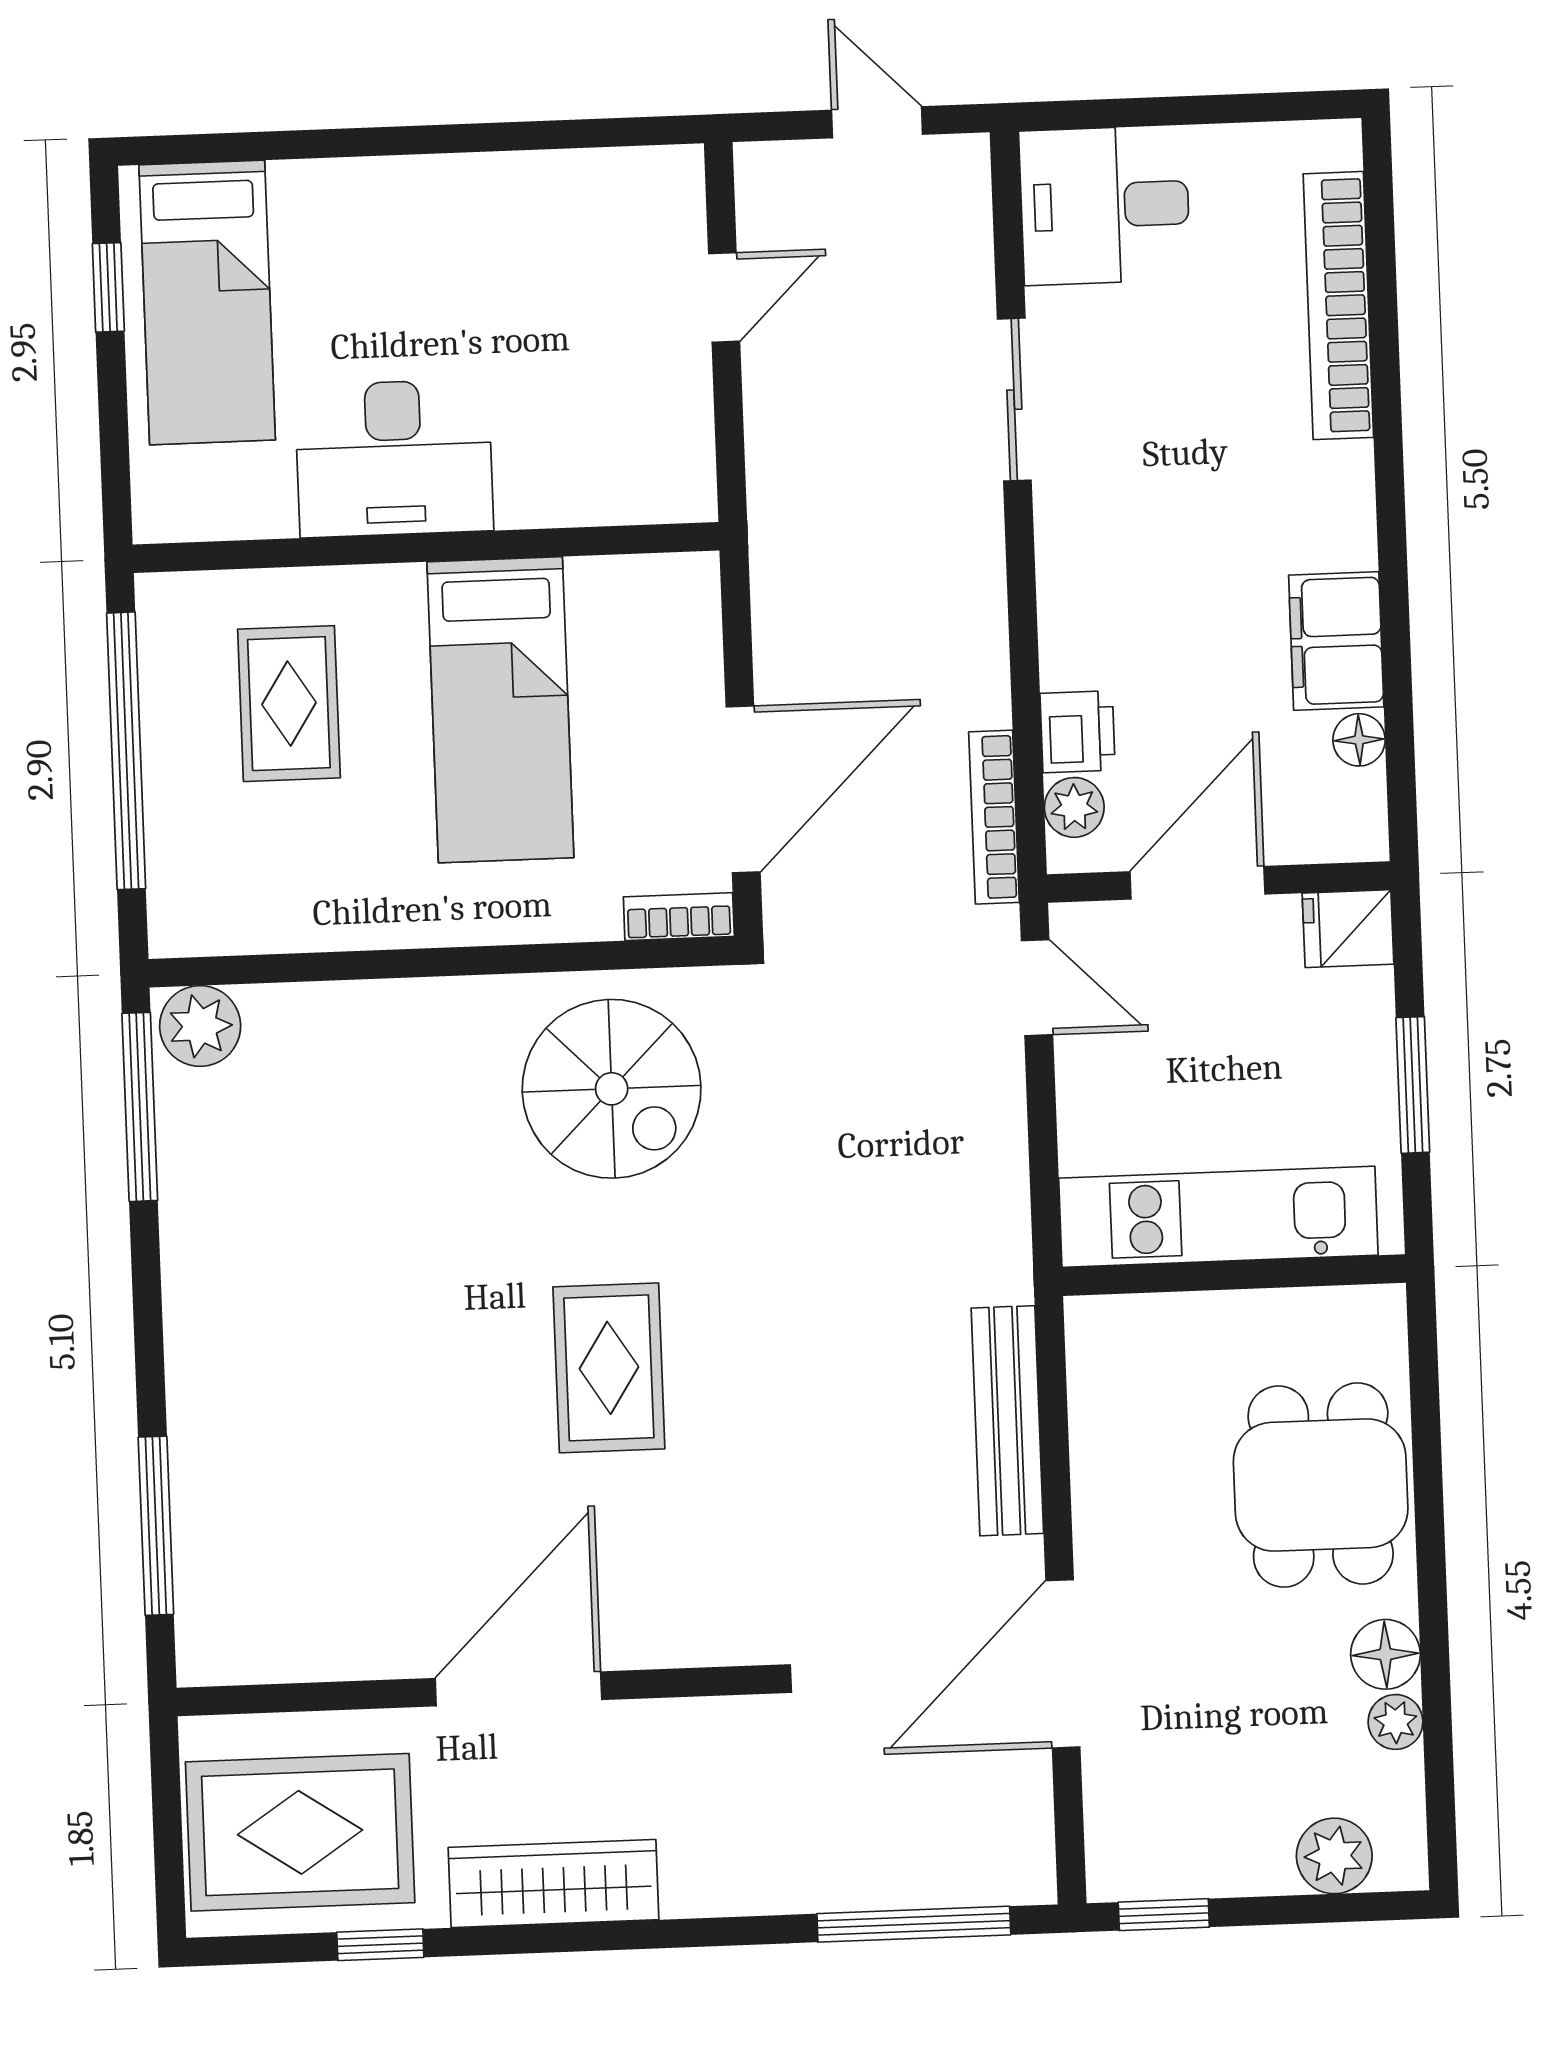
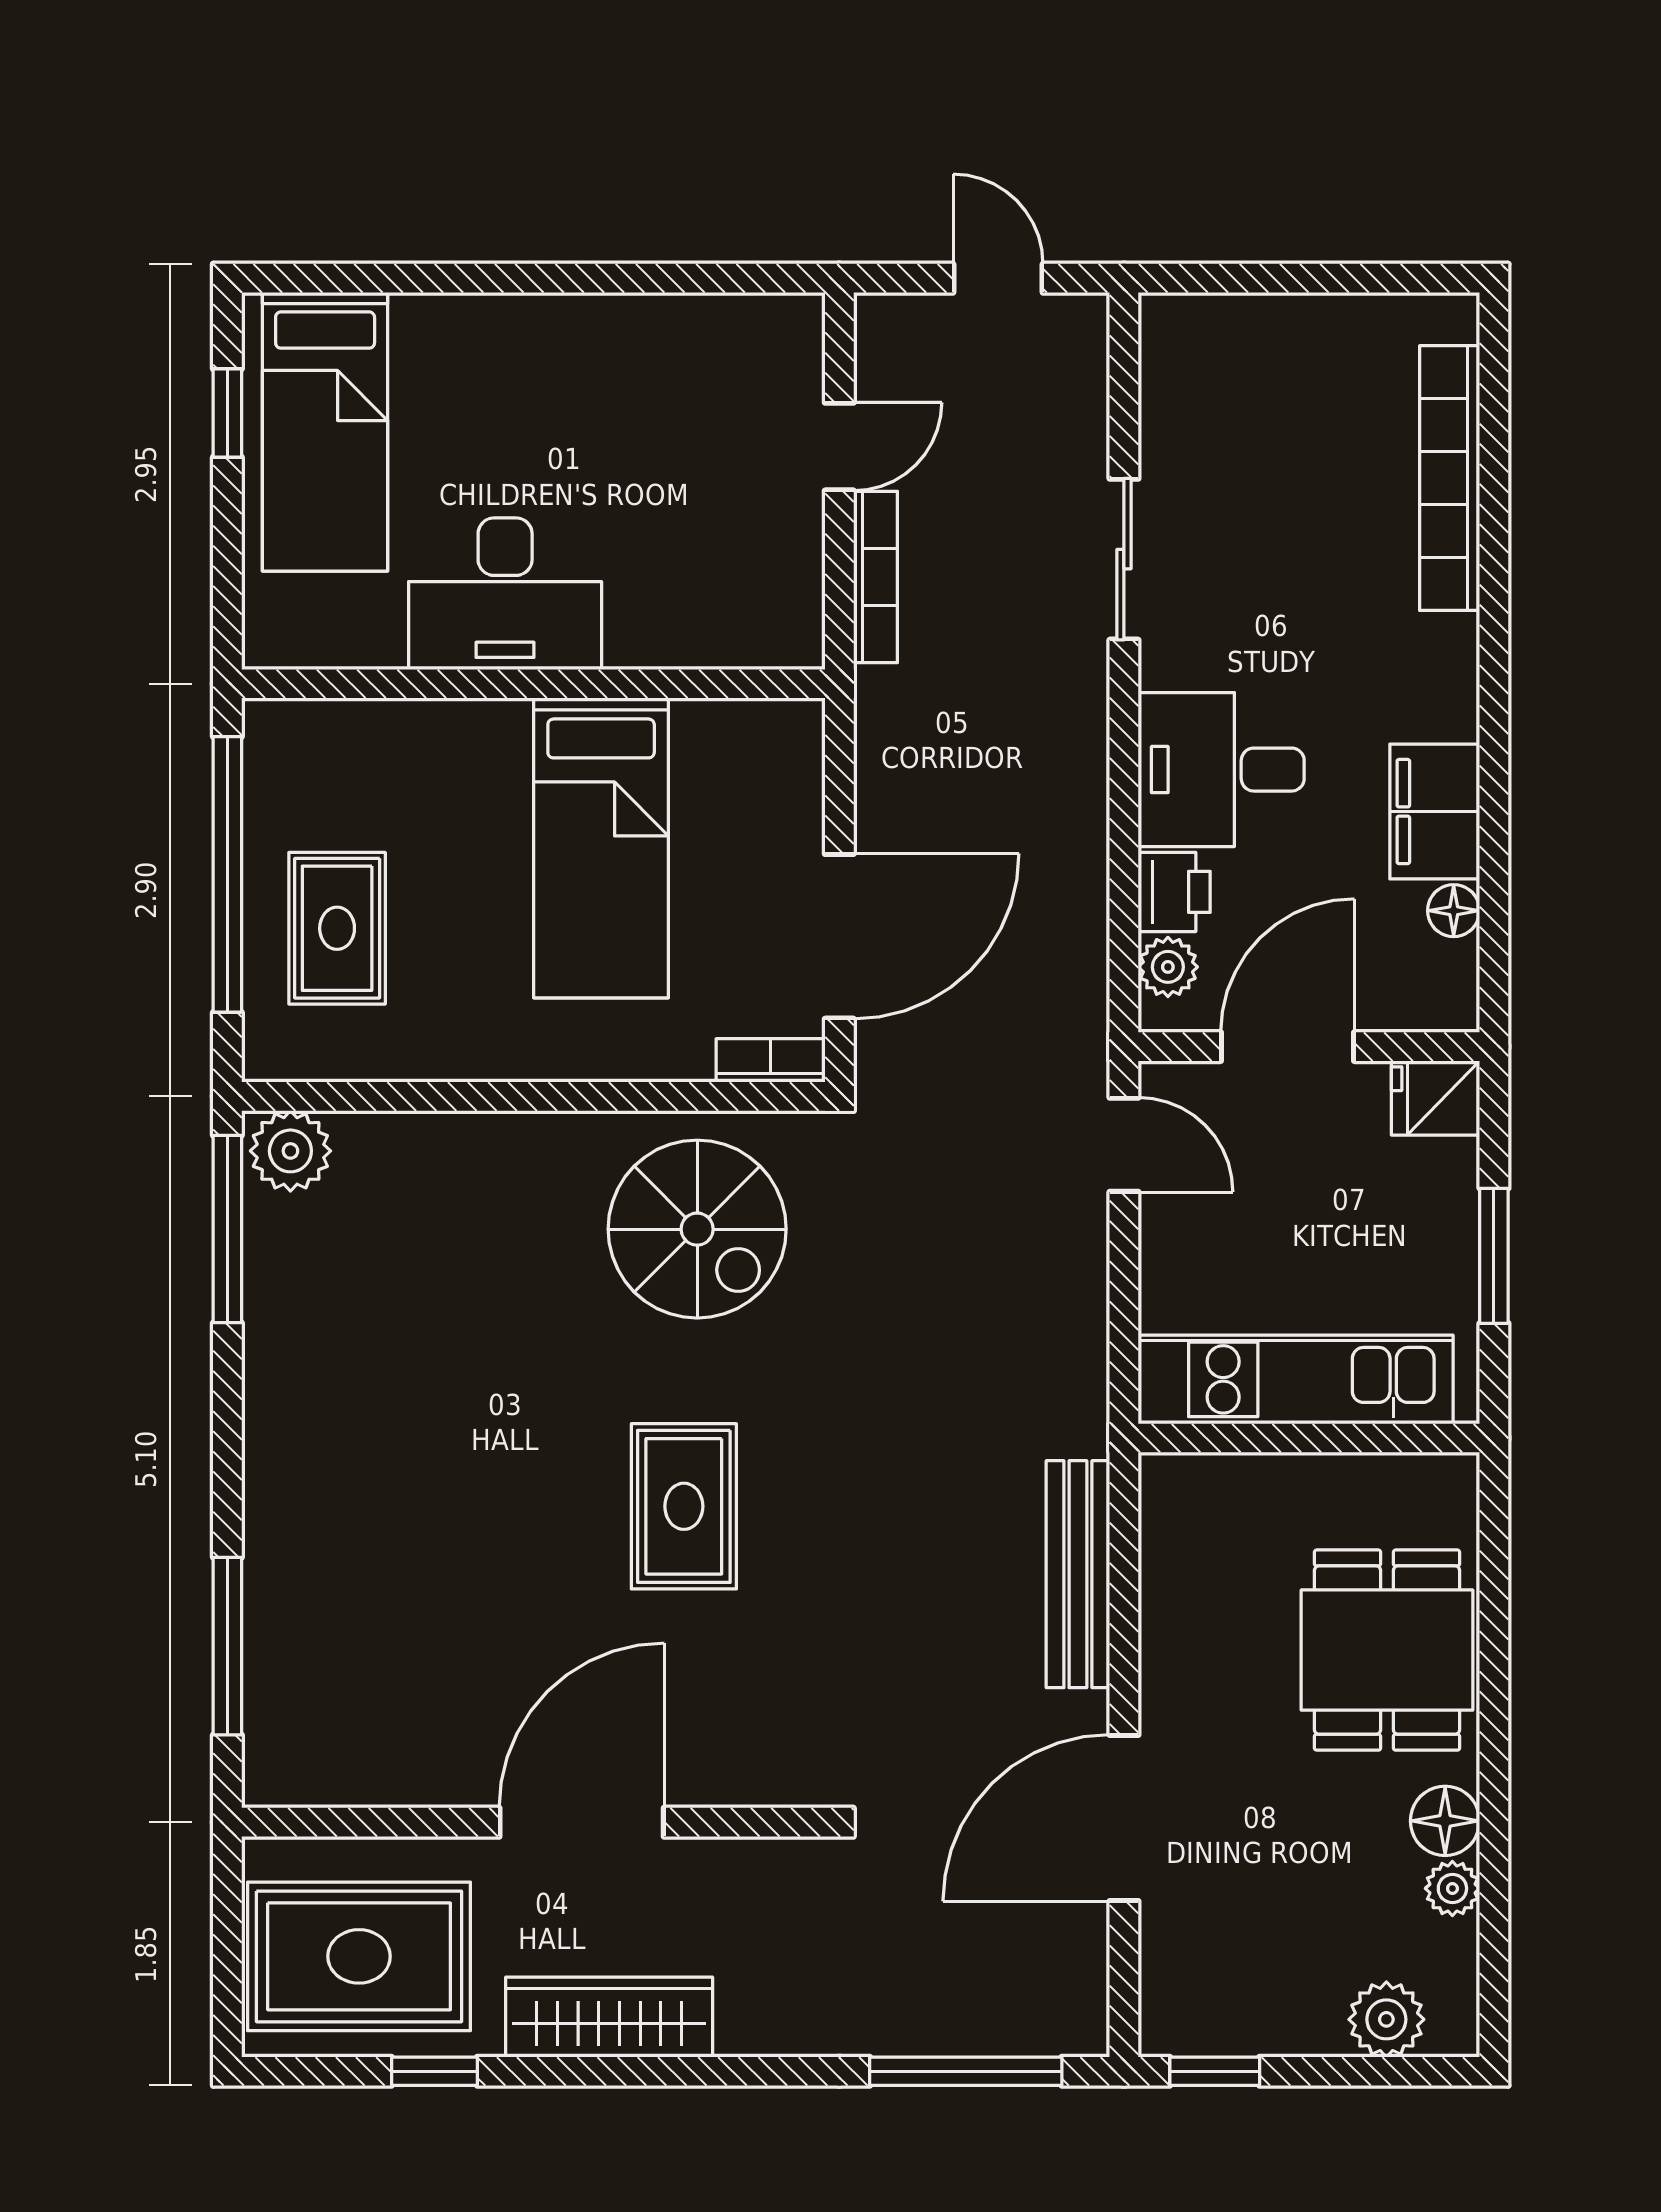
desk: (1105, 205) -> (1221, 770), moved
rug: (289, 704) -> (337, 928), moved
bookcase: (994, 817) -> (875, 577), moved, turned 180

